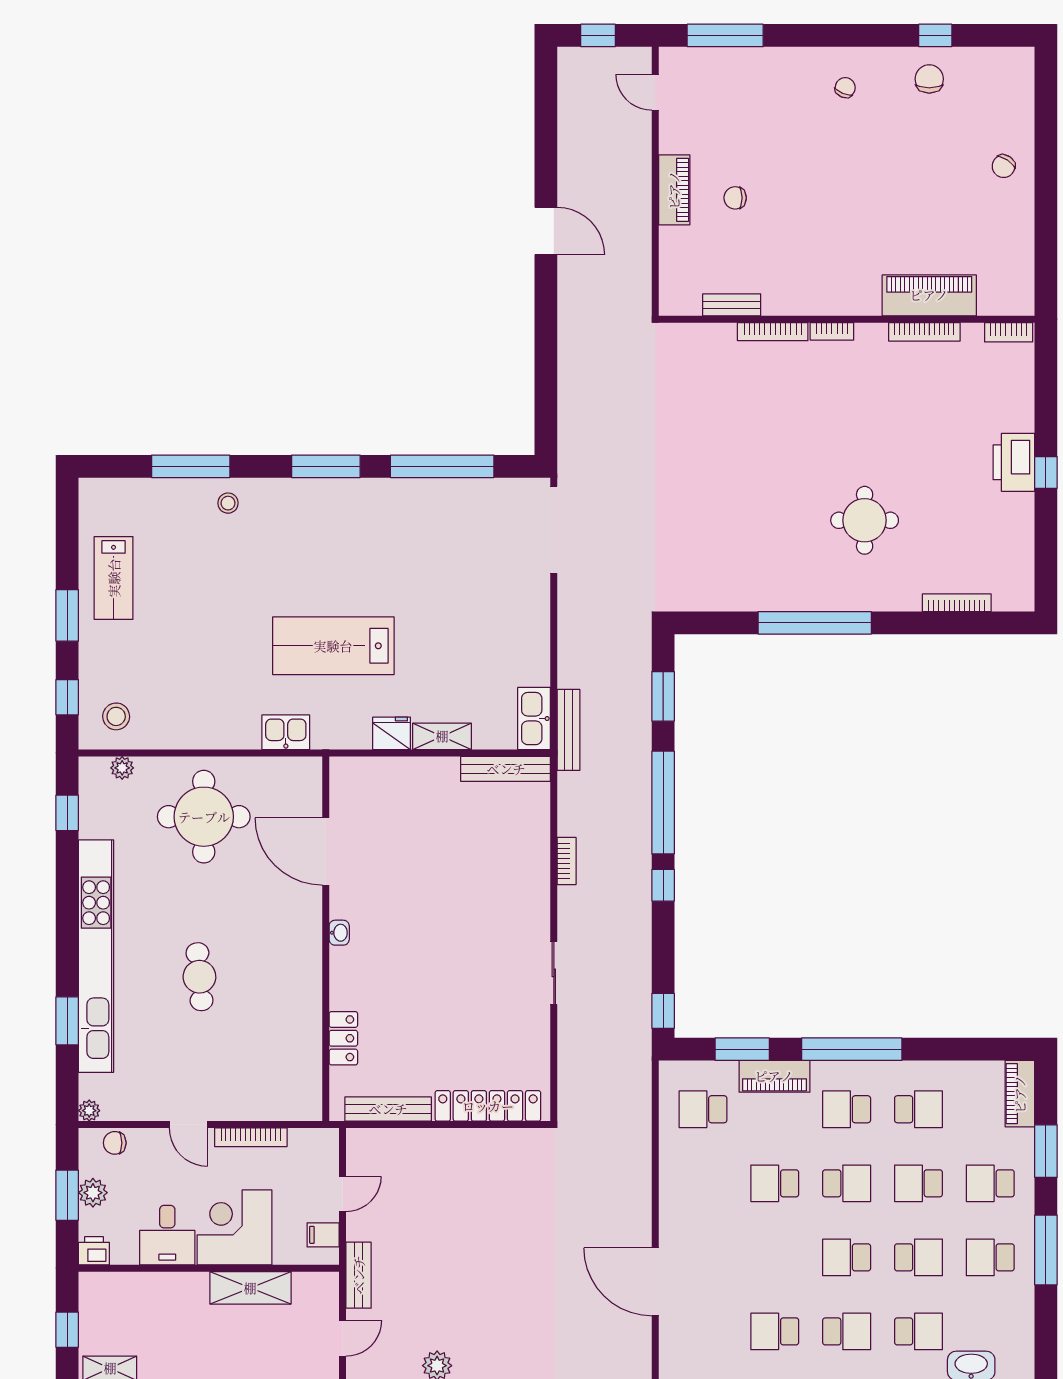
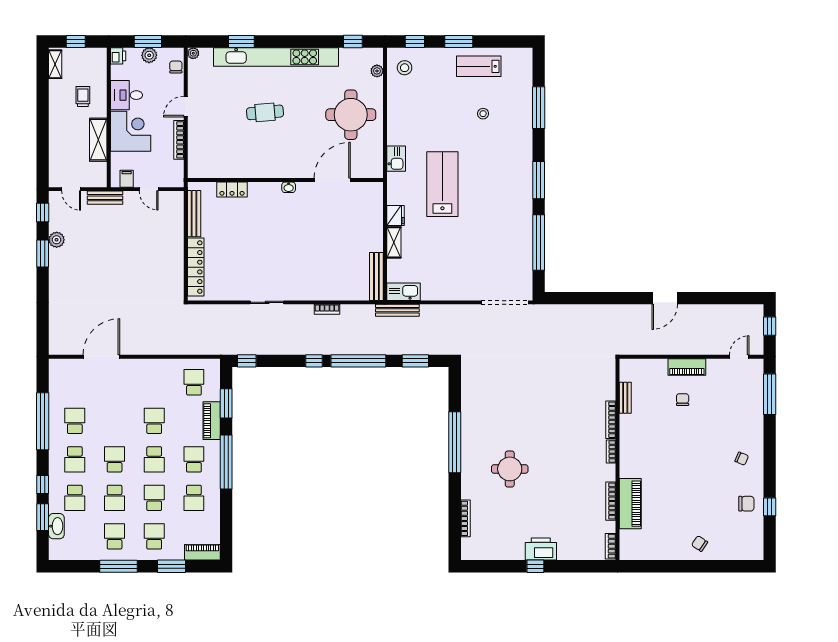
stool: (228, 503) -> (483, 114), moved
trolley: (170, 1316) -> (83, 97), added

